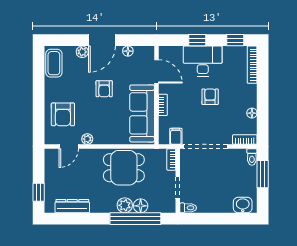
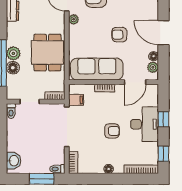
plant: (82, 52) -> (153, 67), moved
floor lamp: (252, 113) -> (109, 169), moved

